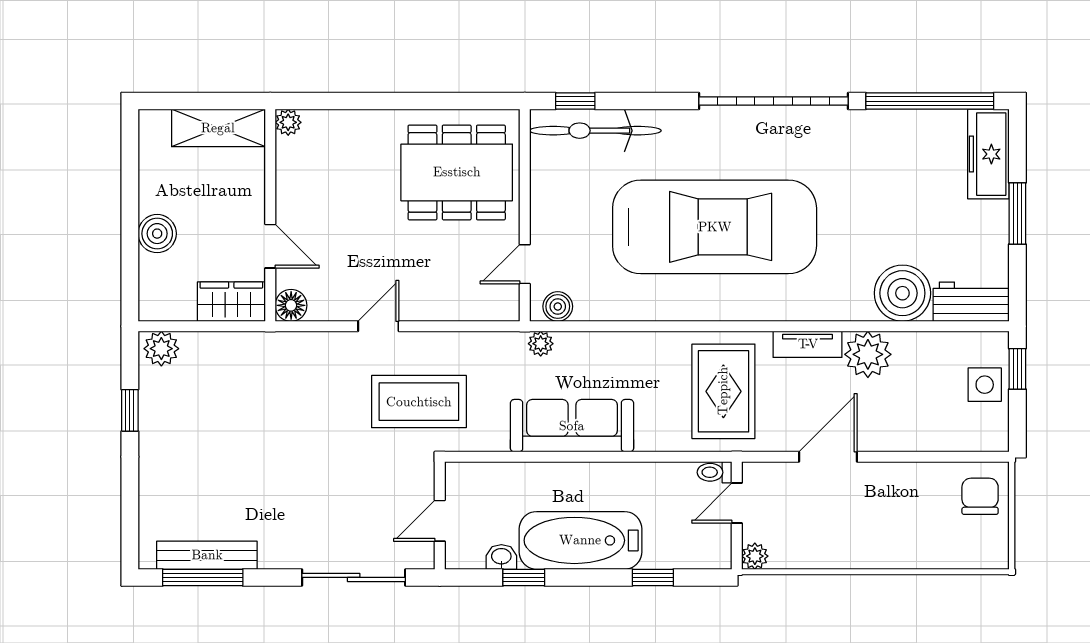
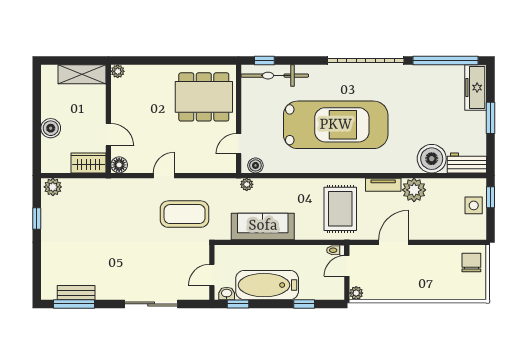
wall: (440, 515) -> (212, 272), moved
door: (440, 521) -> (212, 275), moved
bench: (207, 555) -> (76, 293), width x0.73

